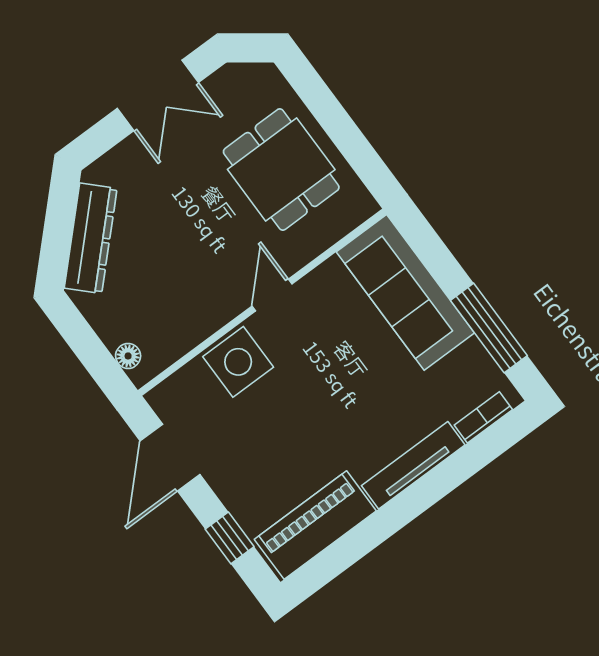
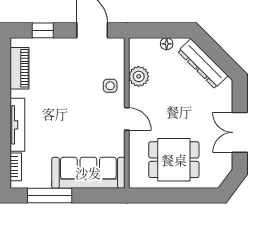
plant: (188, 327) -> (139, 76), added
floor lamp: (128, 356) -> (167, 44), moved
side table: (238, 362) -> (110, 86), width x0.54, depth x0.54
piano: (315, 525) -> (19, 68), width x0.73, depth x0.75

